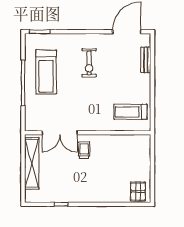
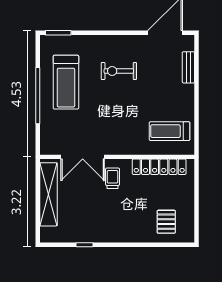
exercise bike: (89, 63) -> (119, 71), turned 90
locker: (122, 141) -> (159, 167), added
pallet: (138, 192) -> (166, 222), moved

